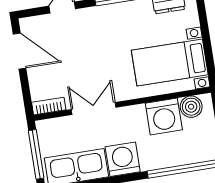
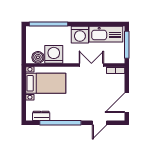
door: (20, 51) -> (127, 103), hinge flipped
double door: (94, 108) -> (91, 65), swing flipped

